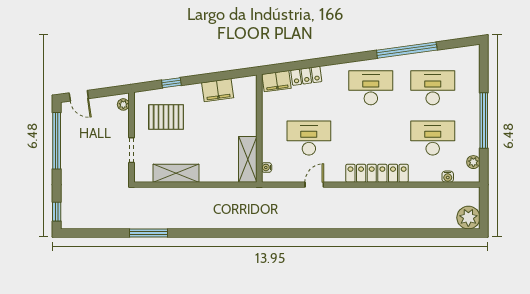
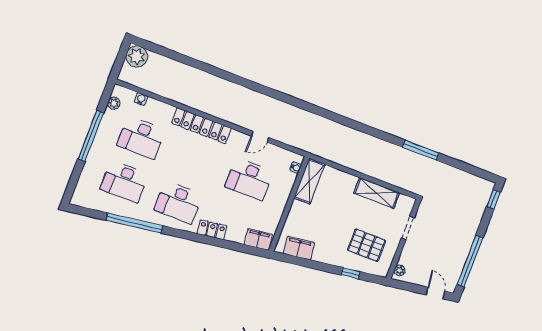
locker: (306, 76) -> (212, 230), moved
filing cabinet: (218, 90) -> (299, 248), moved

